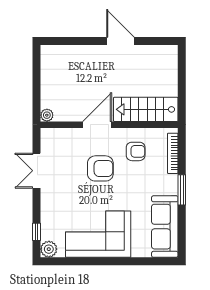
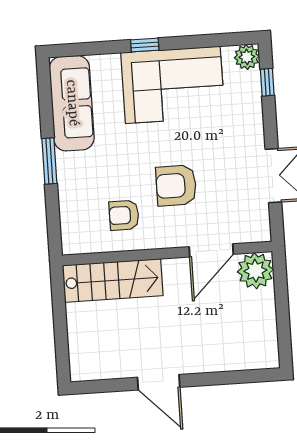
plant: (47, 115) -> (255, 271), width x1.87, depth x1.87
door: (97, 125) -> (211, 250), moved
bookcase: (173, 153) -> (67, 216), removed
window: (115, 261) -> (145, 45), added

